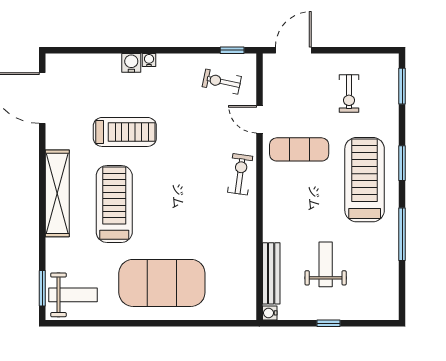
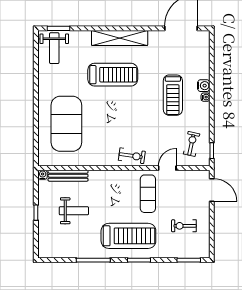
treadmill: (125, 132) -> (173, 95), moved
exercise mat: (162, 283) -> (66, 124), moved

